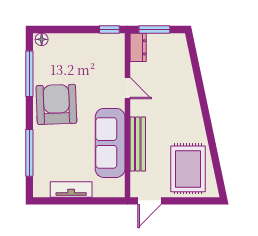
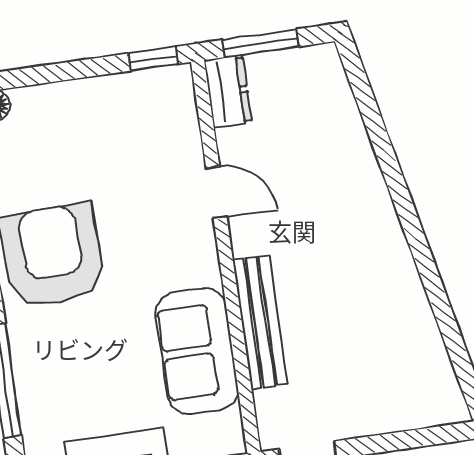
sofa: (110, 143) -> (197, 351), width x0.73
rug: (188, 169) -> (389, 364), removed

